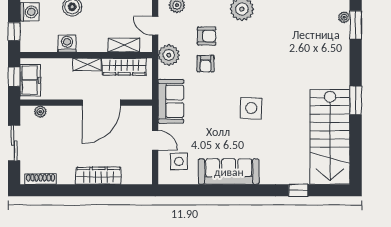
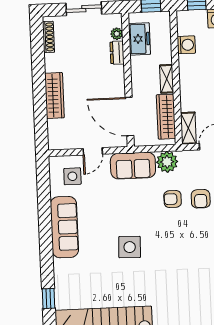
washing machine: (67, 44) -> (186, 45), moved
shelving: (124, 45) -> (188, 128), moved
plant: (169, 55) -> (167, 162), moved
freezer: (30, 80) -> (139, 39), moved, turned -90
door: (101, 103) -> (129, 117), moved
dresser: (59, 112) -> (117, 53), added

